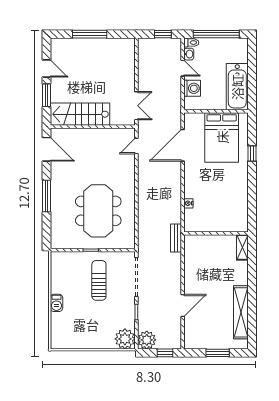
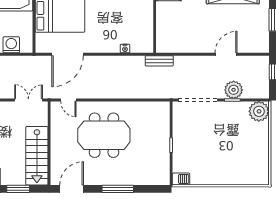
door: (183, 145) -> (68, 54), hinge flipped
meeting table: (98, 211) -> (104, 135), moved
sun lounger: (99, 280) -> (201, 137), removed
barbecue: (56, 303) -> (181, 179), moved
door: (183, 305) -> (226, 54), hinge flipped
plant: (147, 340) -> (234, 90), moved

